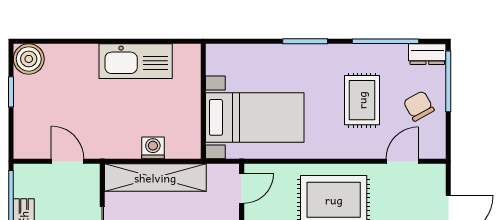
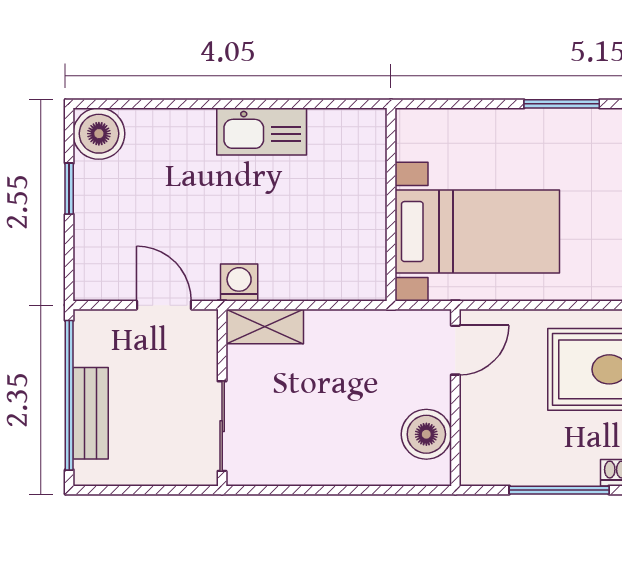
kitchen sink: (136, 61) -> (262, 132), width x0.73, depth x0.81
washing machine: (153, 148) -> (239, 282), moved
shelving: (155, 178) -> (265, 326), width x0.45, depth x0.75

